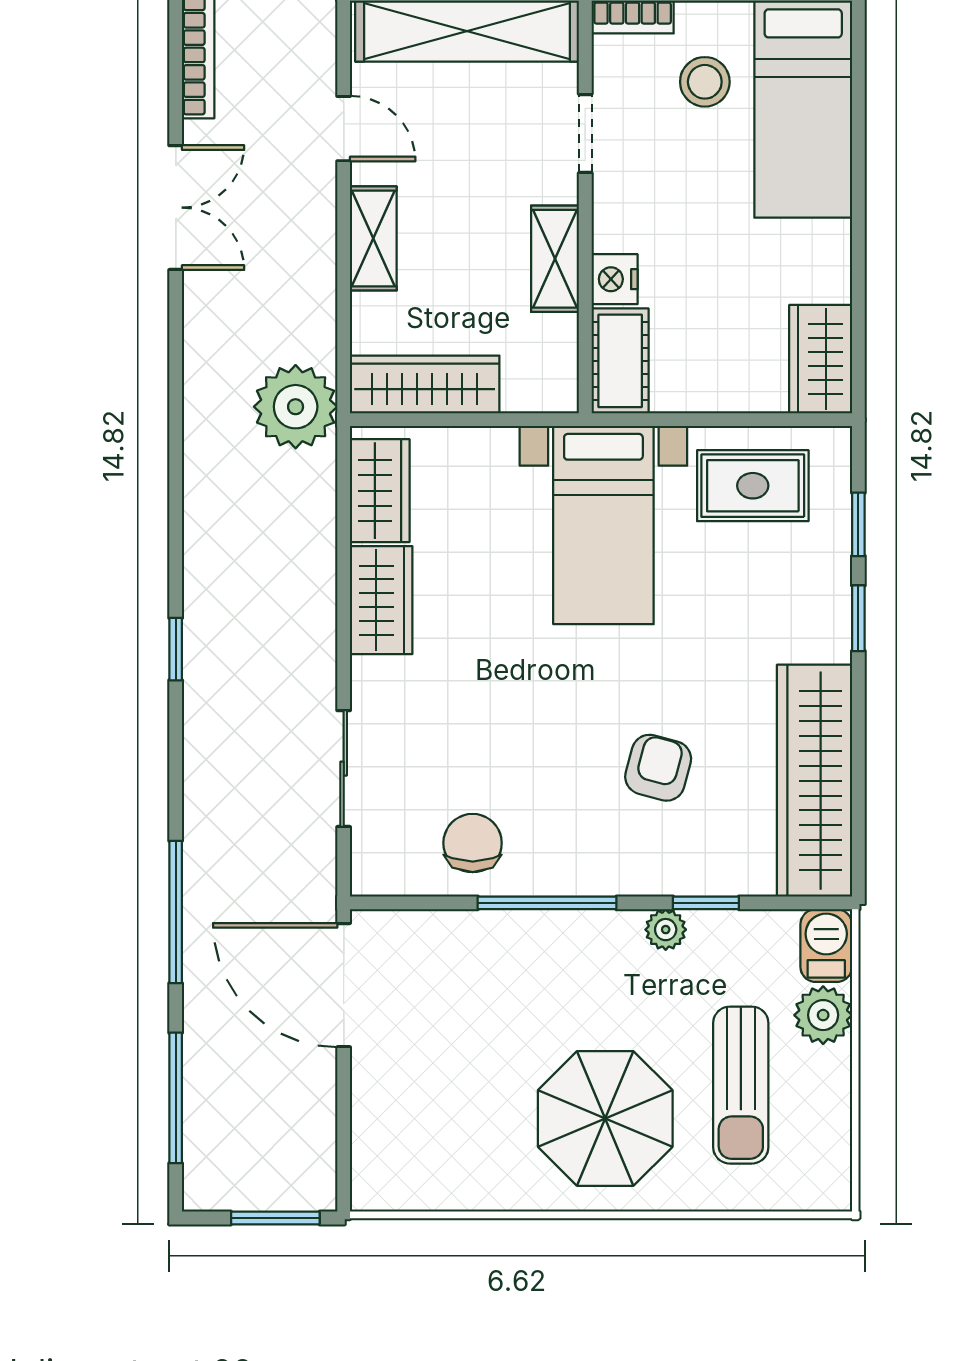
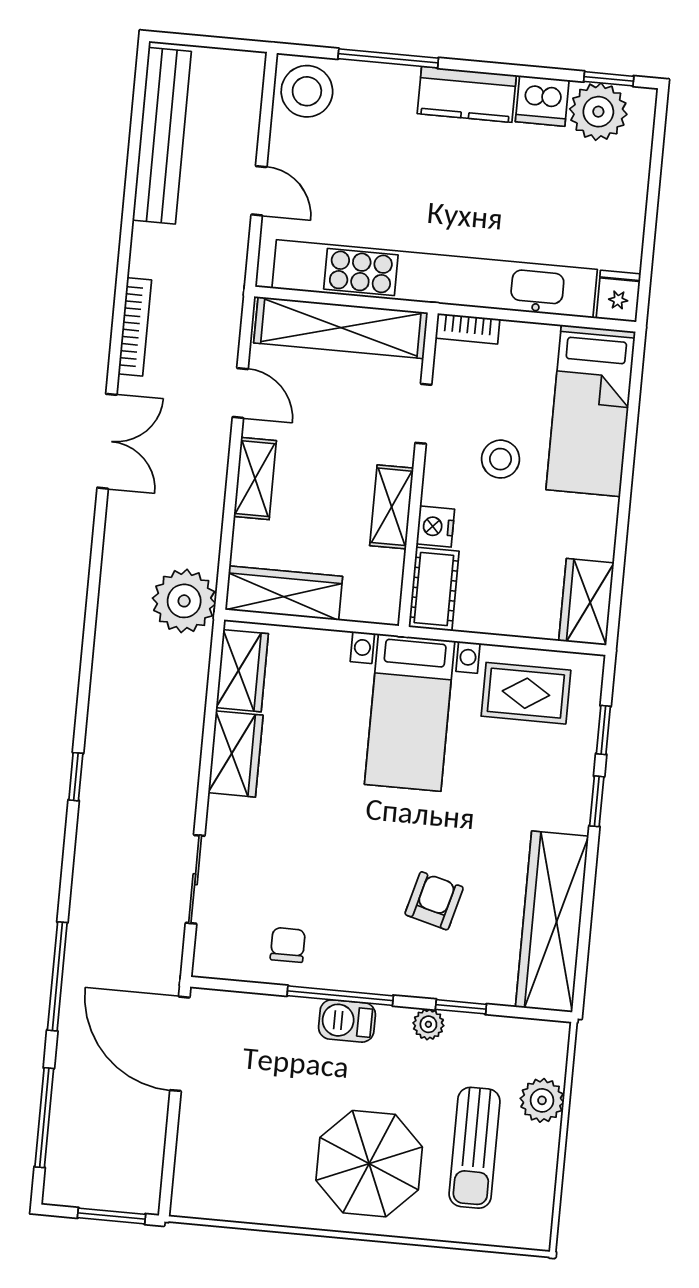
stool: (705, 82) -> (501, 459), moved
chair: (473, 843) -> (288, 945), width x0.73, depth x0.73
barbecue: (826, 946) -> (347, 1021), moved, turned -90

